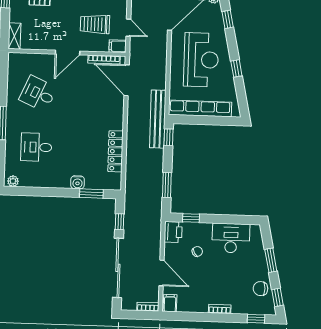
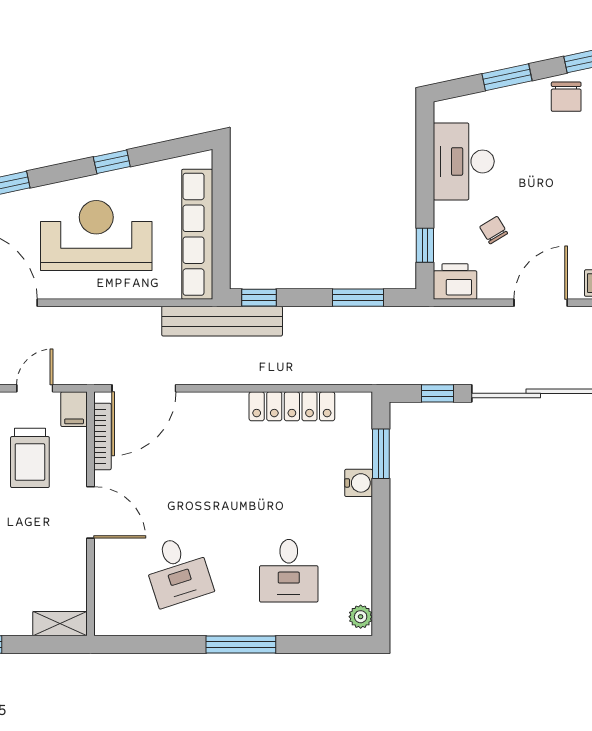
desk: (38, 94) -> (178, 571), turned -42

